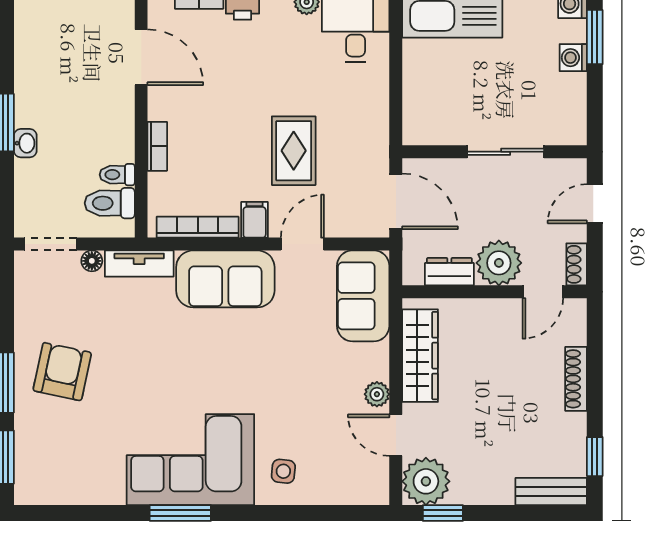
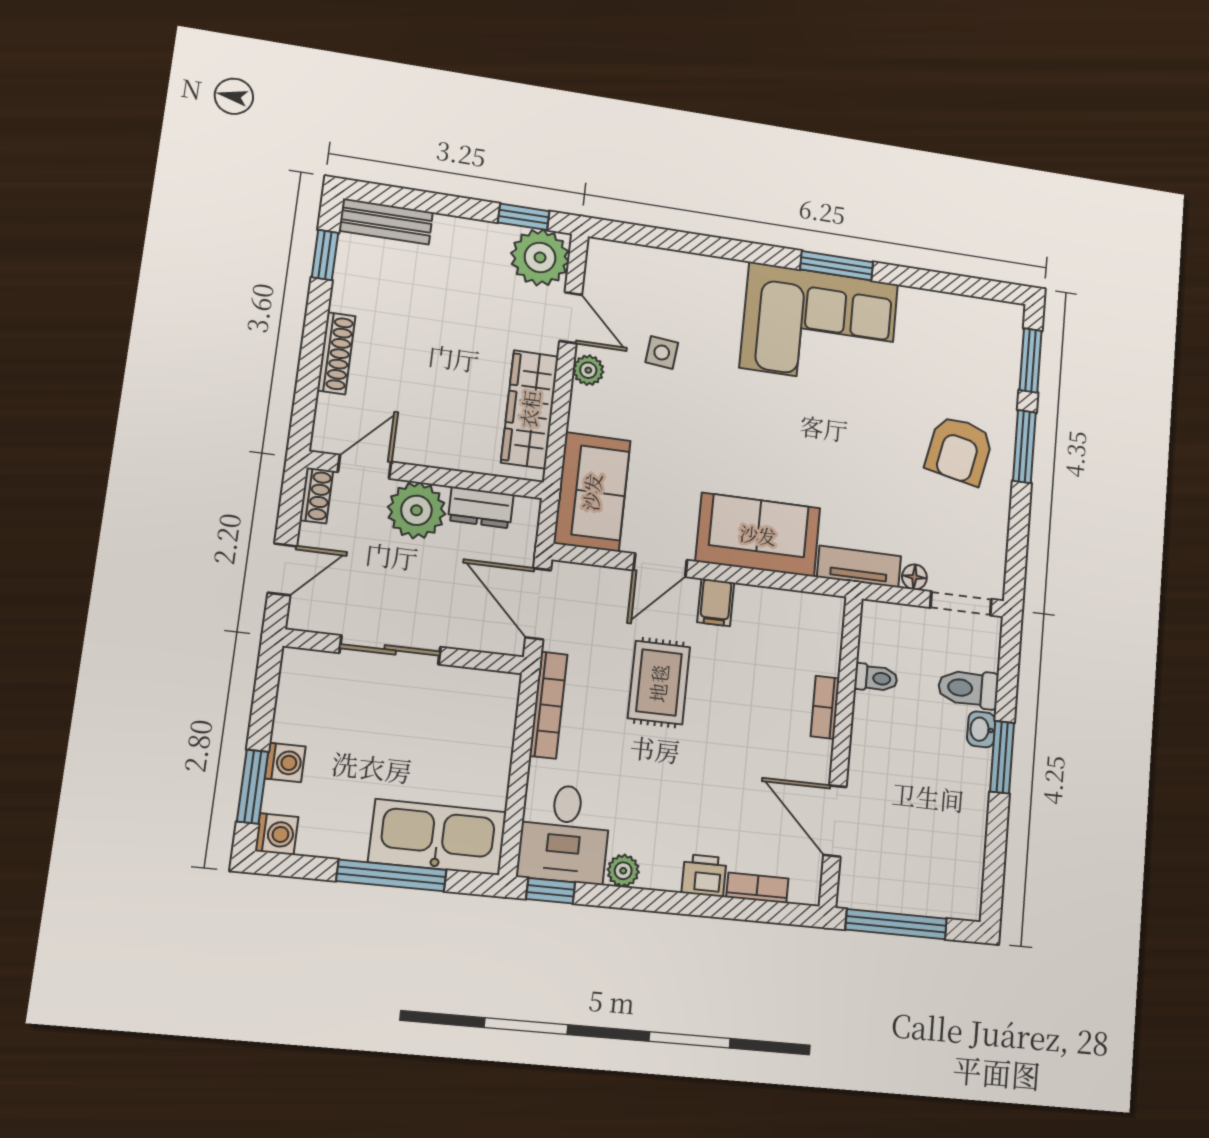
toilet: (110, 203) -> (968, 689), moved, turned 180
bookcase: (198, 227) -> (548, 705), moved, turned -90
side table: (283, 471) -> (662, 353), moved

